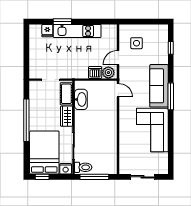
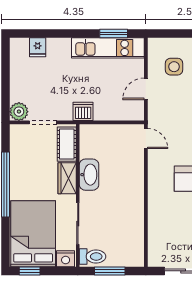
window: (62, 22) -> (114, 34), moved
kitchen unit: (77, 31) -> (108, 48), moved
dishwasher: (95, 72) -> (83, 111), moved
plant: (108, 73) -> (19, 112), moved
washbasin: (81, 99) -> (89, 175), moved
window: (94, 177) -> (110, 271), width x0.69

